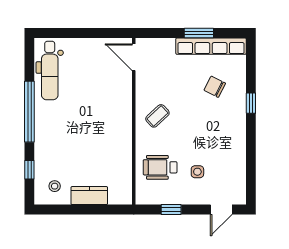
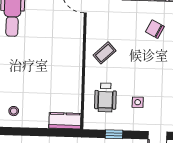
wheelchair: (160, 167) -> (105, 97), turned -90
kitchen counter: (89, 196) -> (65, 121), moved

